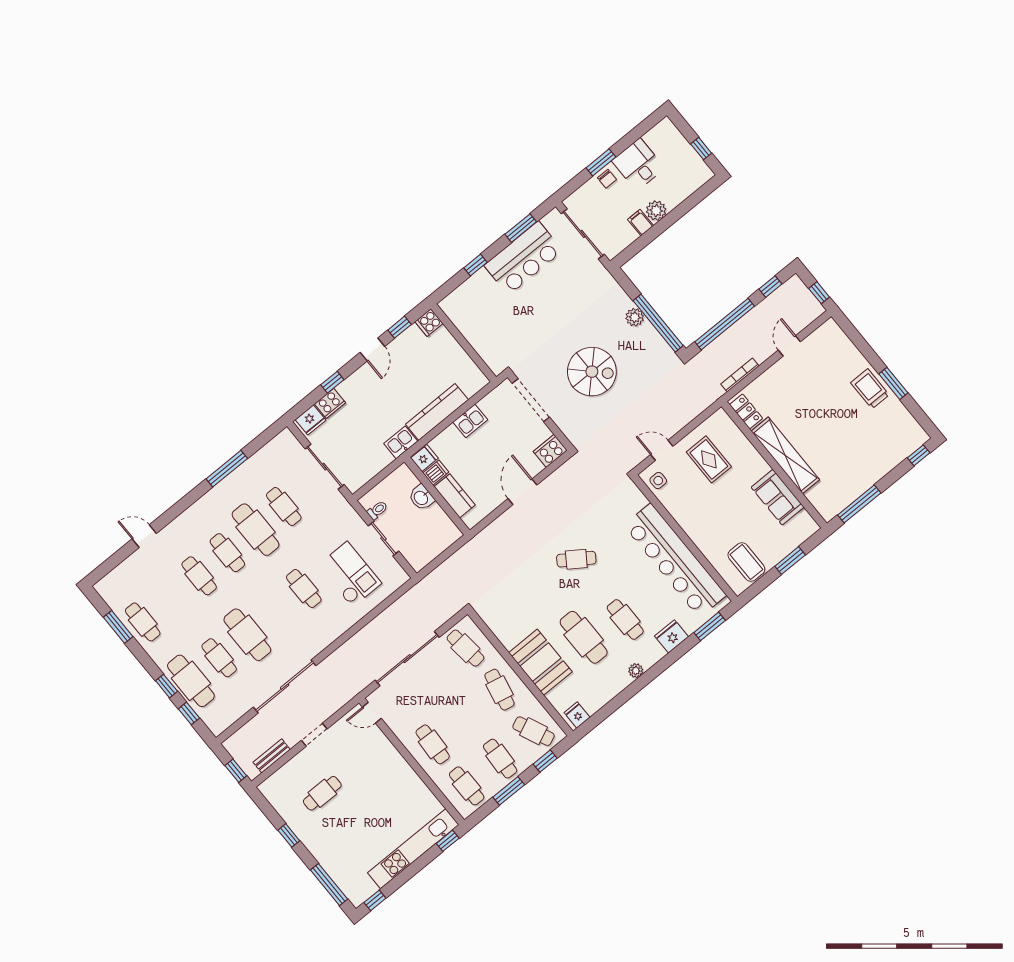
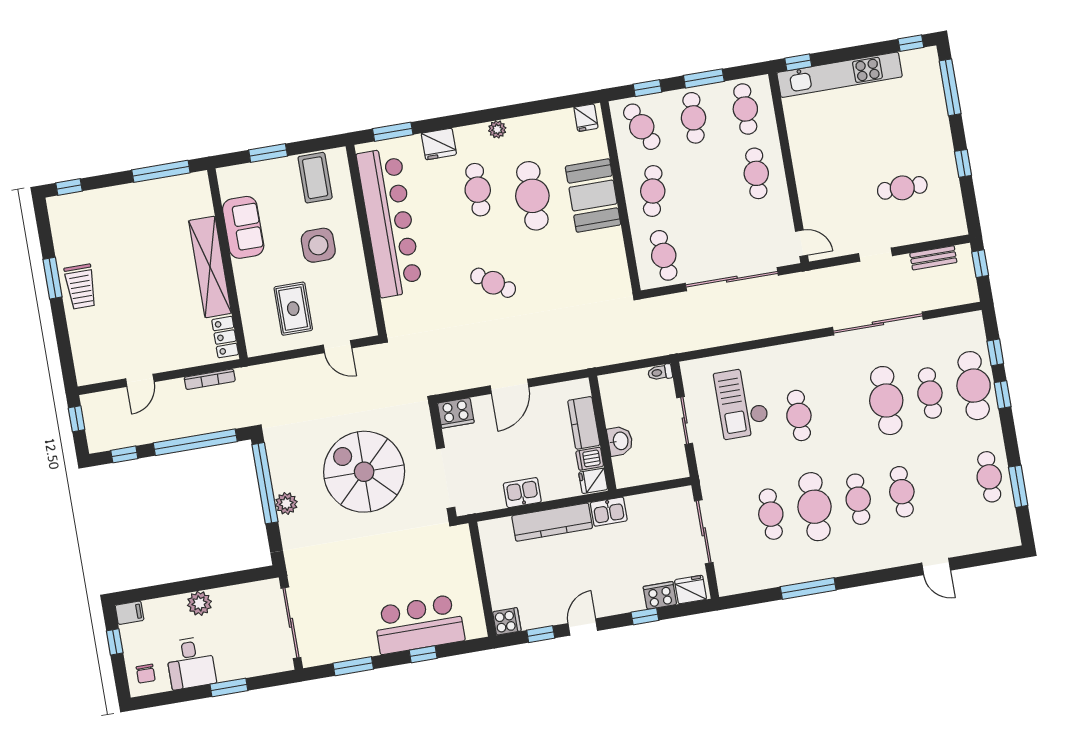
chair: (607, 179) -> (146, 674), moved, turned 180
filing cabinet: (641, 223) -> (130, 613), moved, turned -90
bar counter: (523, 258) -> (419, 624), moved
spiral stairs: (592, 372) -> (364, 472), width x1.37, depth x1.37
side table: (658, 481) -> (318, 245), moved, width x1.87, depth x1.87
toilet: (377, 510) -> (660, 372), moved

